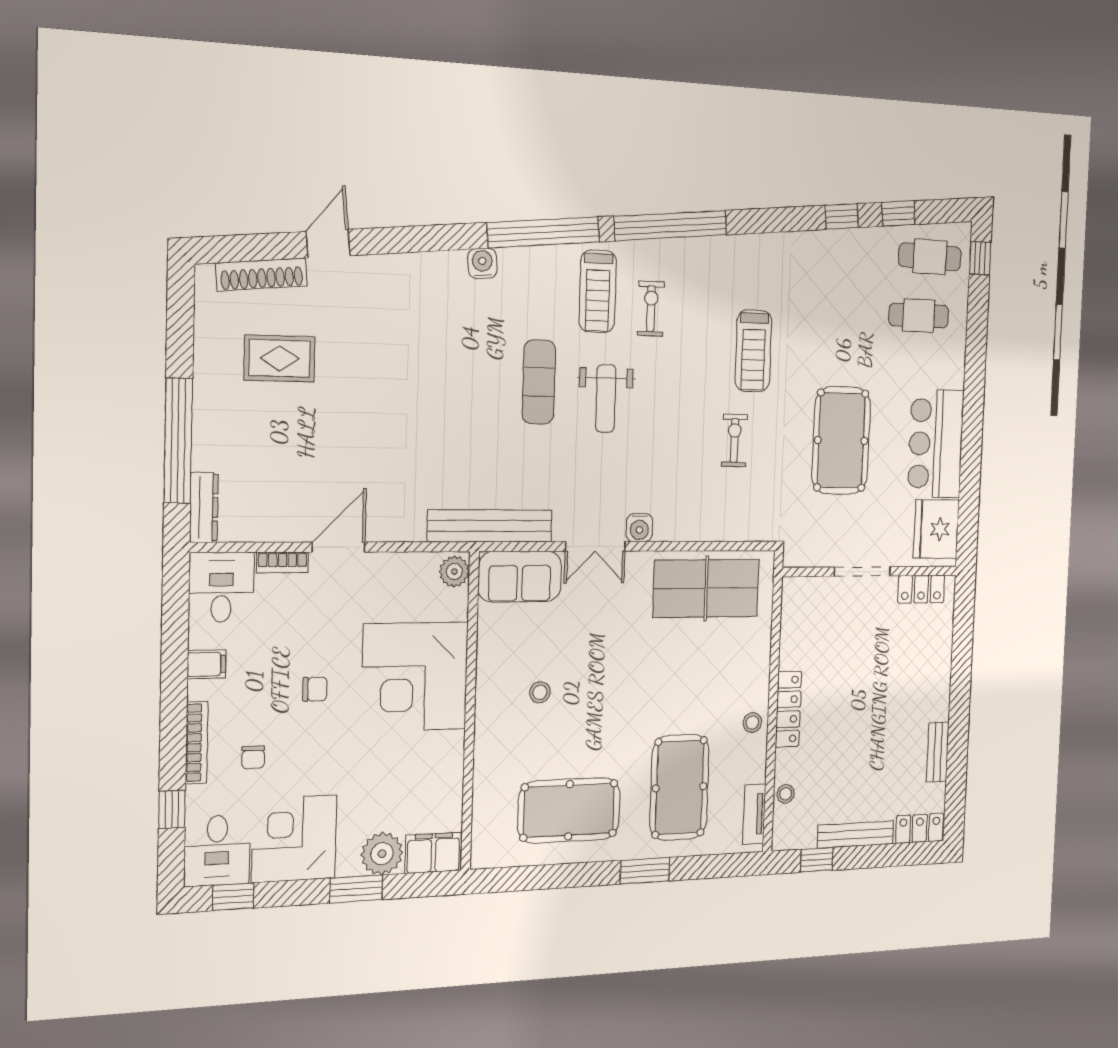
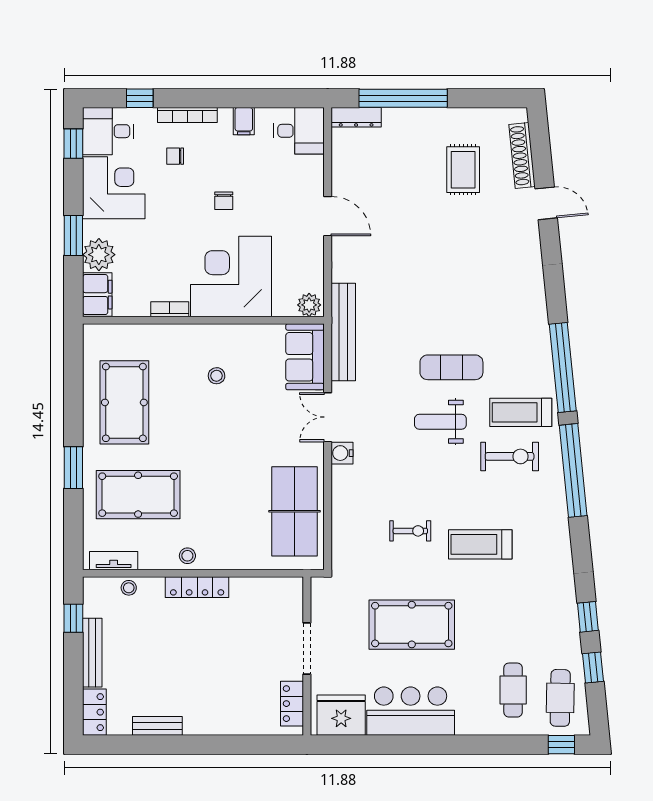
water cooler: (482, 263) -> (538, 320), removed
exercise bike: (651, 309) -> (510, 456), width x1.38, depth x1.39
bookcase: (282, 562) -> (170, 309), moved, turned 90

